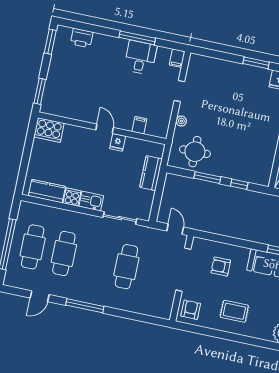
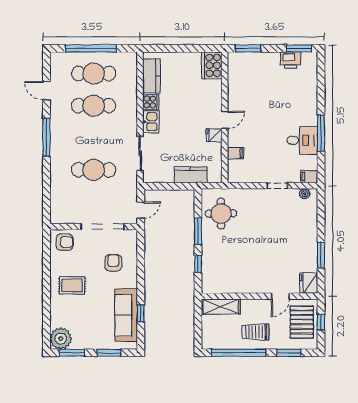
printer: (82, 38) -> (291, 60), moved, turned -90
plant: (181, 121) -> (305, 194), moved
rug: (234, 311) -> (72, 285), turned 90

